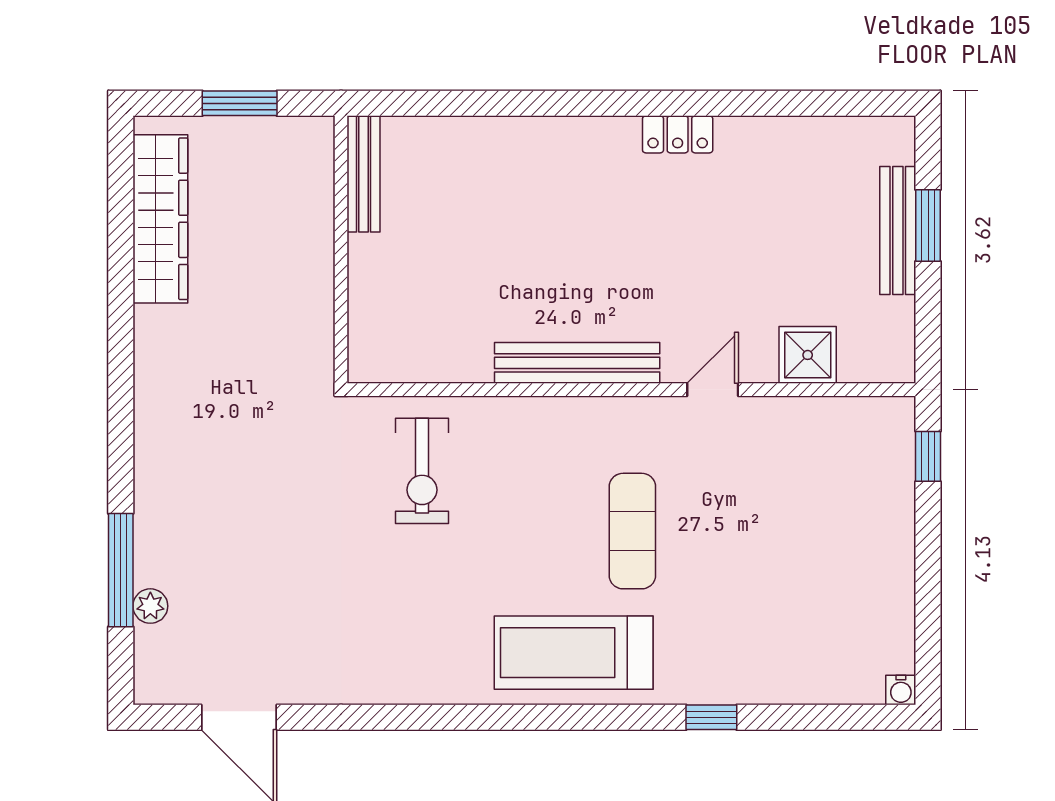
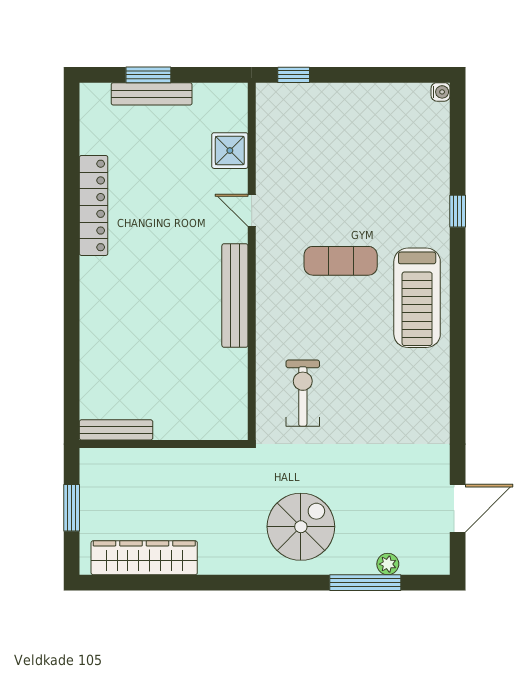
locker: (678, 134) -> (94, 205), width x2.16, depth x1.21
spiral stairs: (210, 468) -> (301, 527), added
exercise bike: (422, 471) -> (303, 393), turned -90

